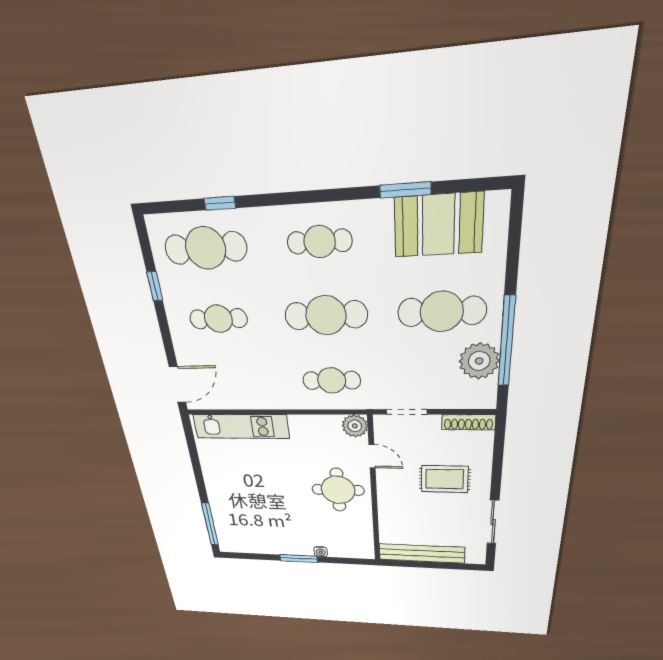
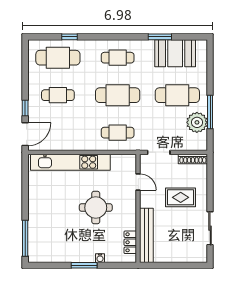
window: (155, 286) -> (25, 108), moved
window: (507, 342) -> (210, 112), width x0.68
kitchen unit: (241, 426) -> (70, 162), width x1.36
plant: (355, 426) -> (129, 162), removed
round table: (338, 490) -> (96, 208), moved
locker: (364, 535) -> (130, 242), added
bench: (422, 553) -> (146, 235), moved, turned 90

